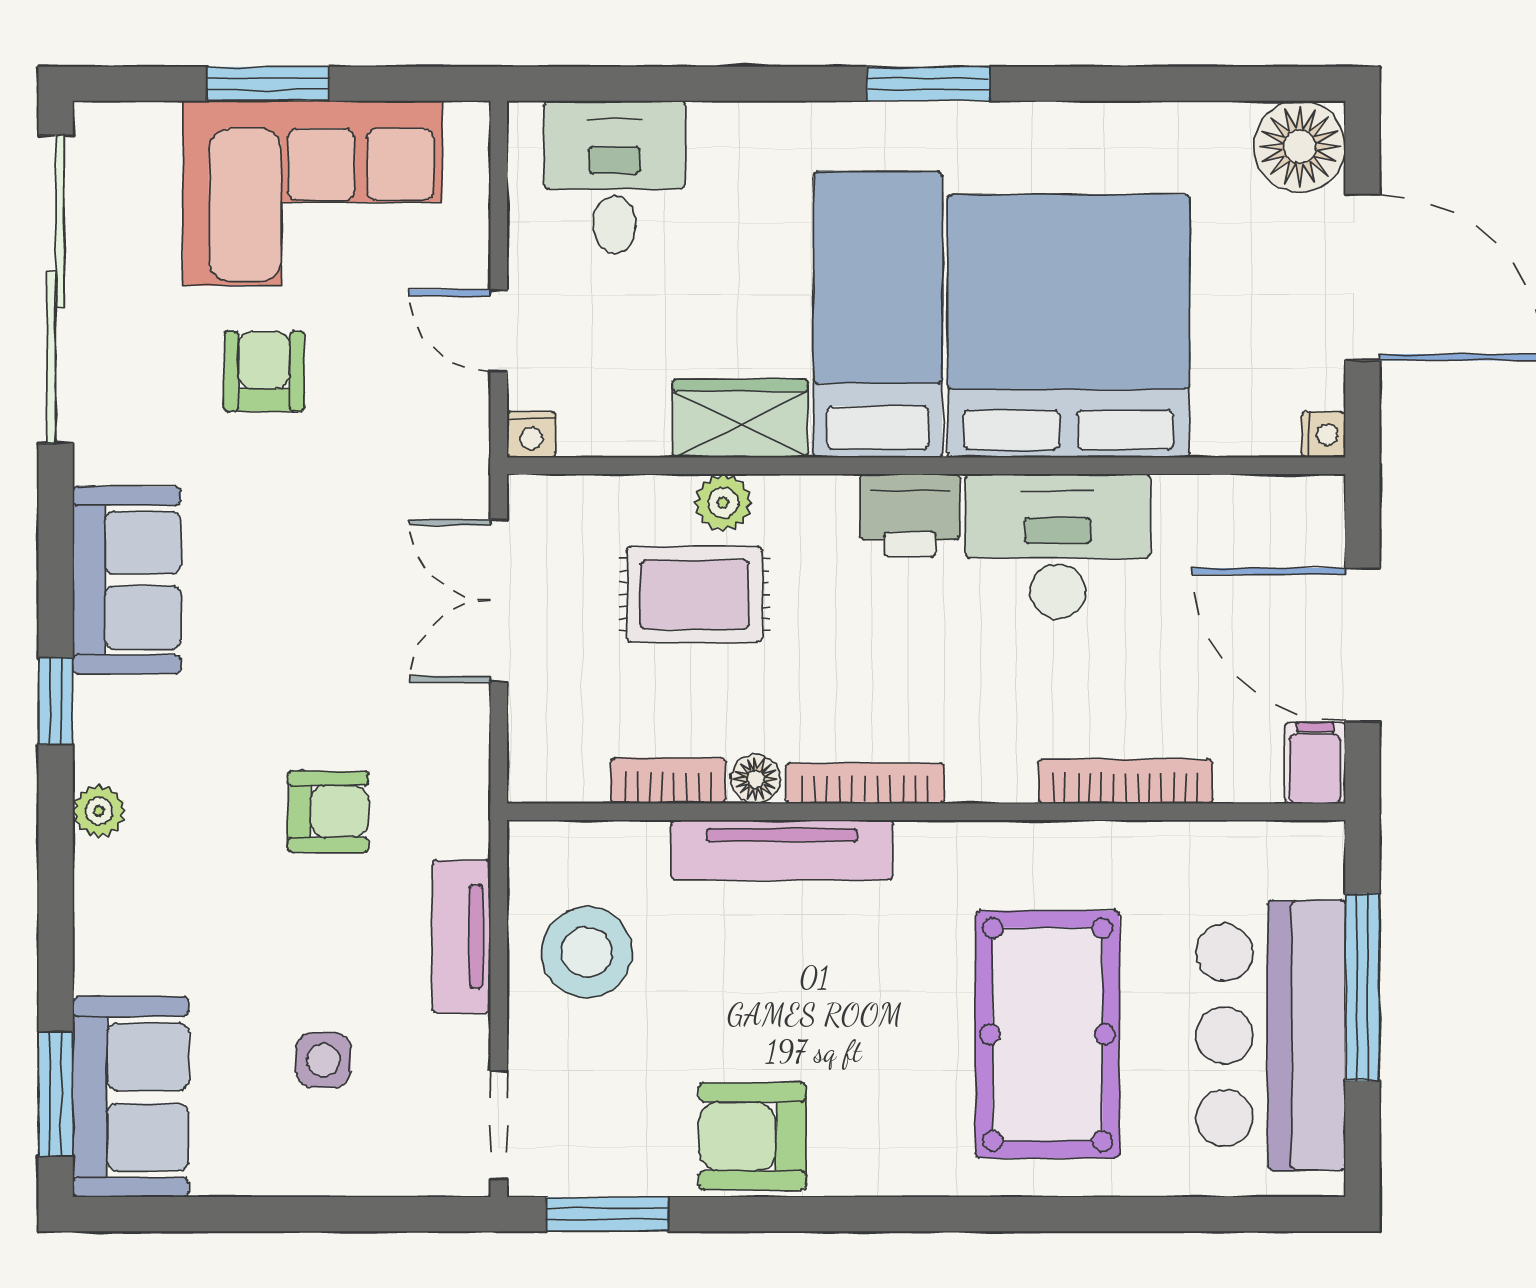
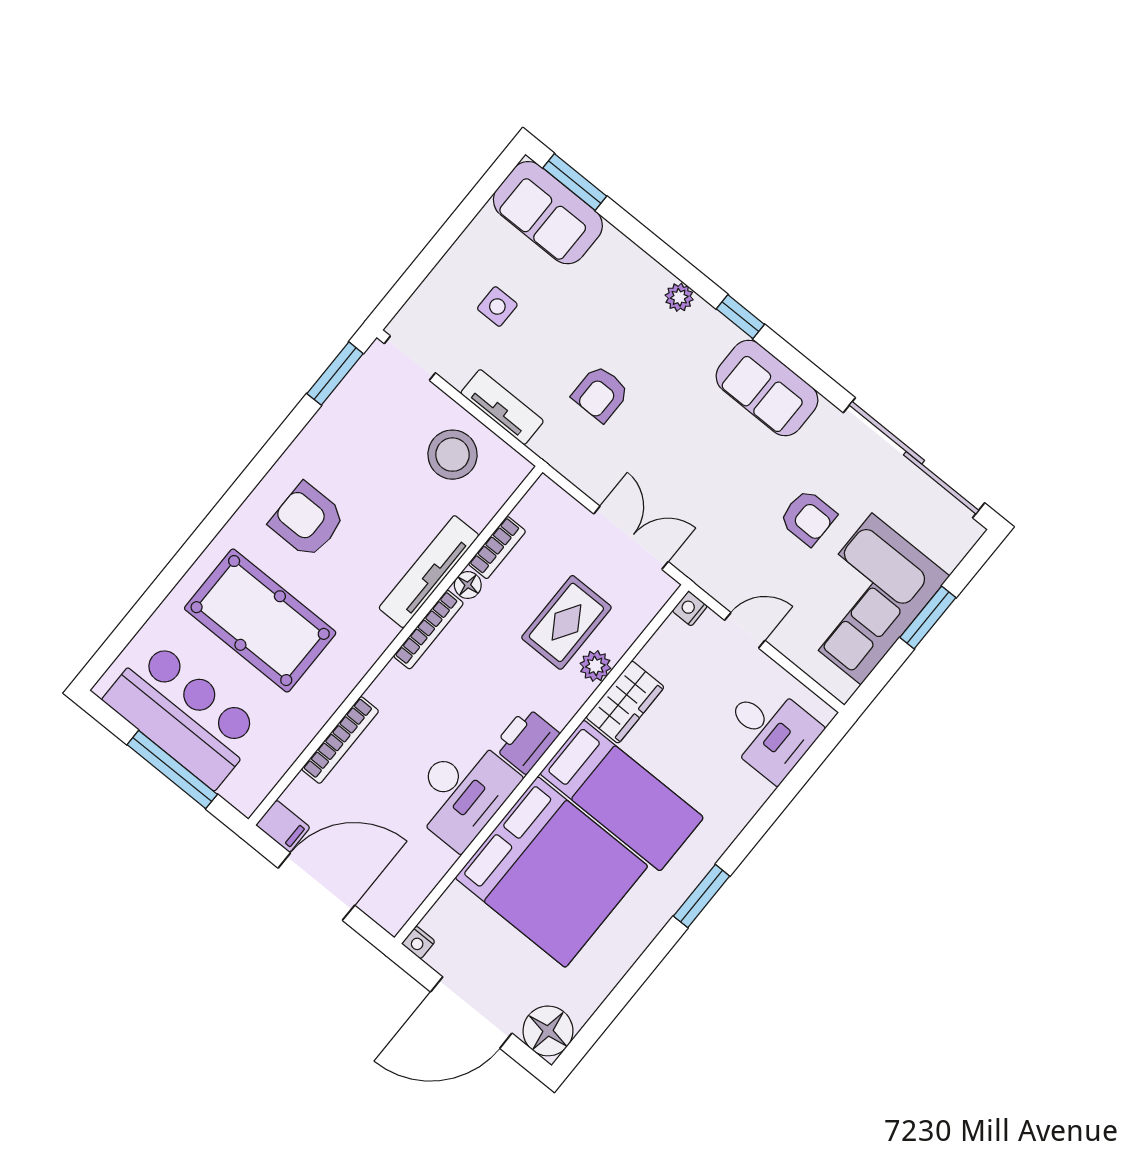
armchair: (752, 1136) -> (307, 520), moved, turned -90

